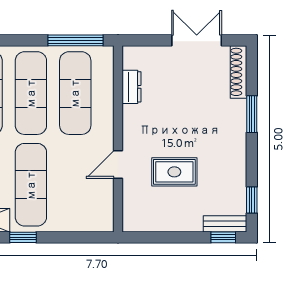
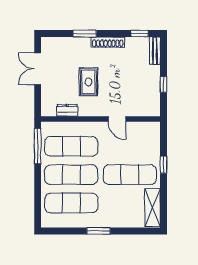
shoe rack: (238, 72) -> (108, 42), moved
rug: (174, 172) -> (88, 82), moved
window: (23, 237) -> (163, 165), moved
window: (223, 237) -> (163, 85), moved

